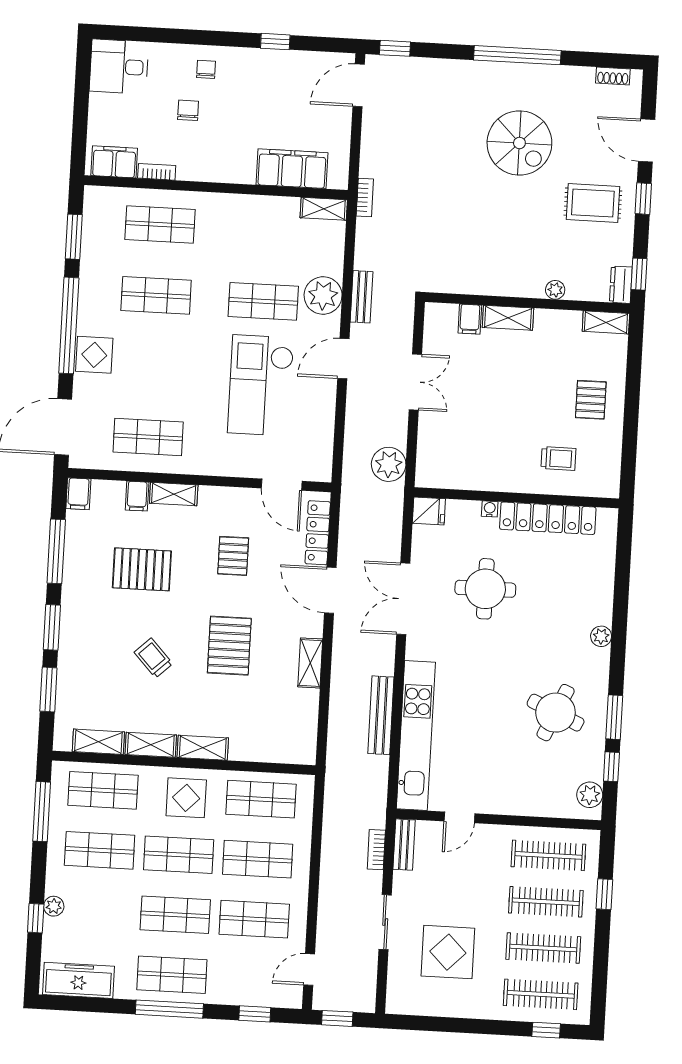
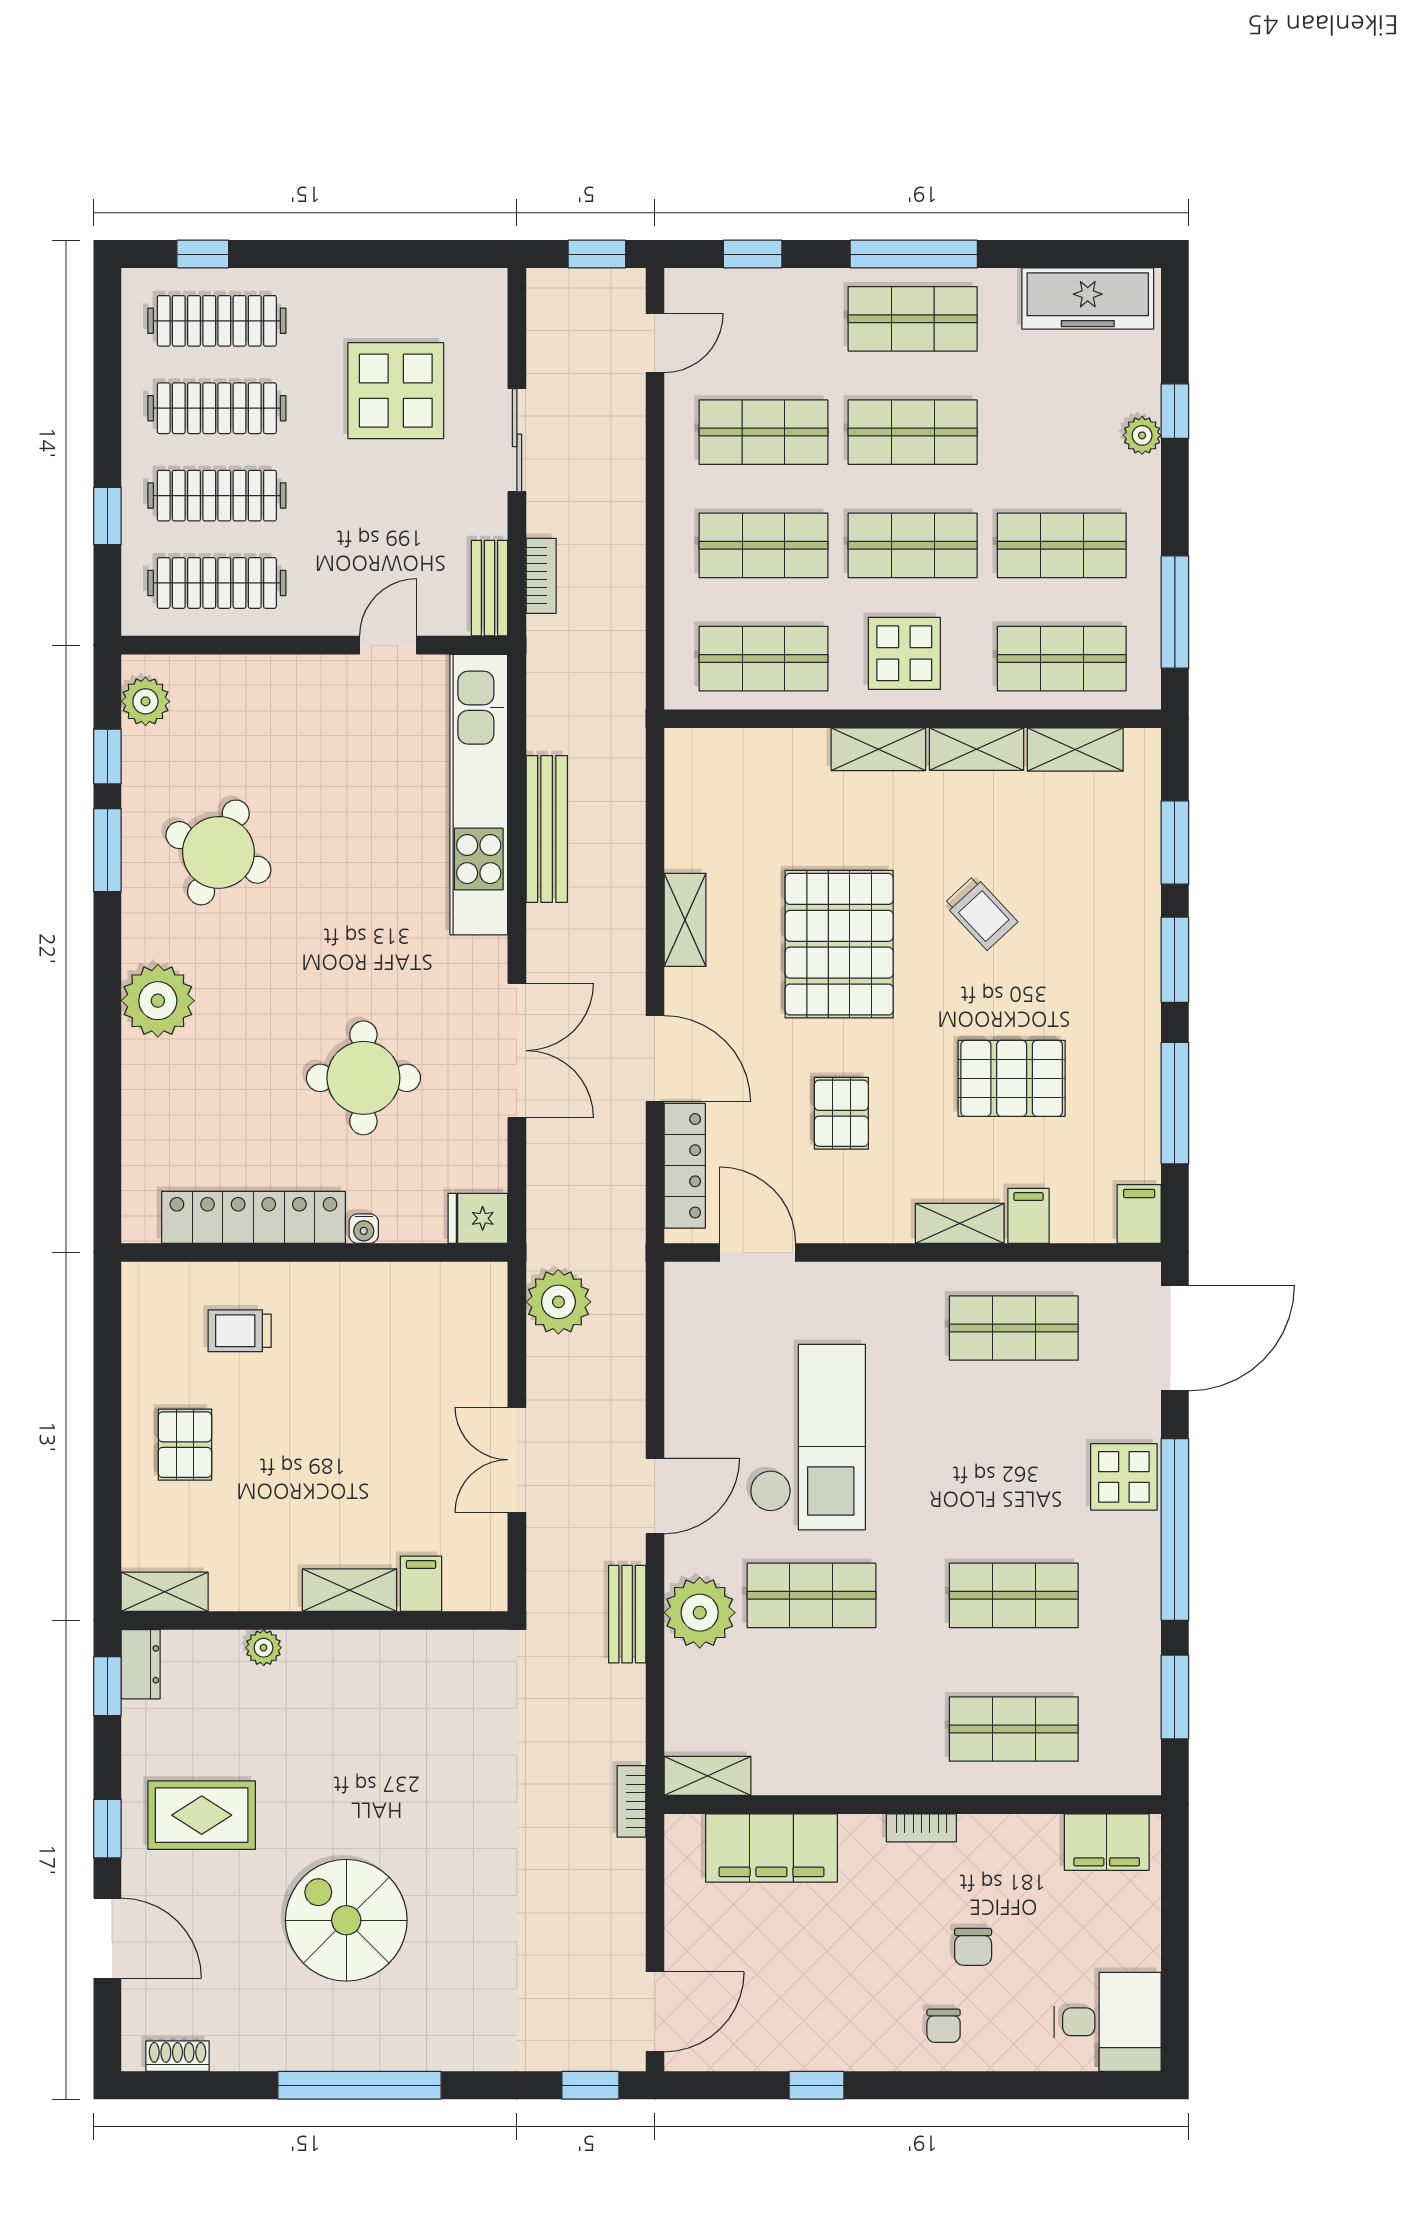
bookcase: (157, 172) -> (921, 1828), moved
plant: (601, 636) -> (158, 1001), width x1.88, depth x1.88
pallet: (229, 646) -> (839, 944), width x1.37, depth x1.41

